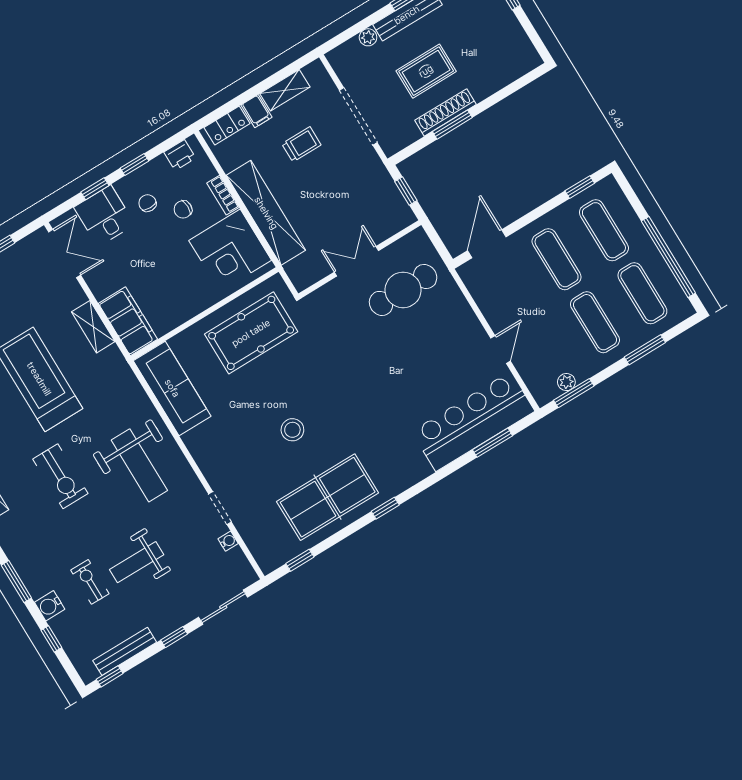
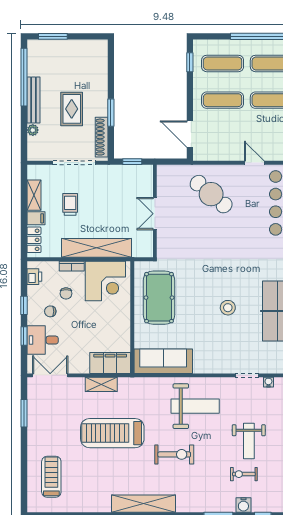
shoe rack: (446, 112) -> (102, 137), moved
cafe table: (403, 290) -> (211, 194), moved, turned -50

